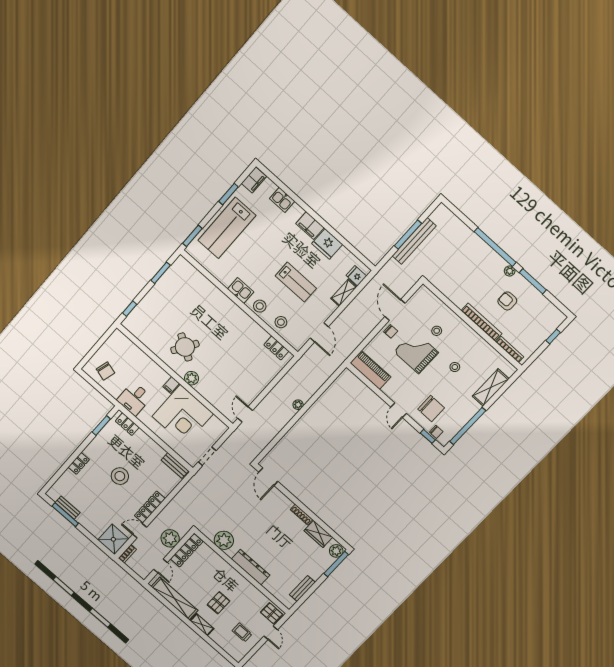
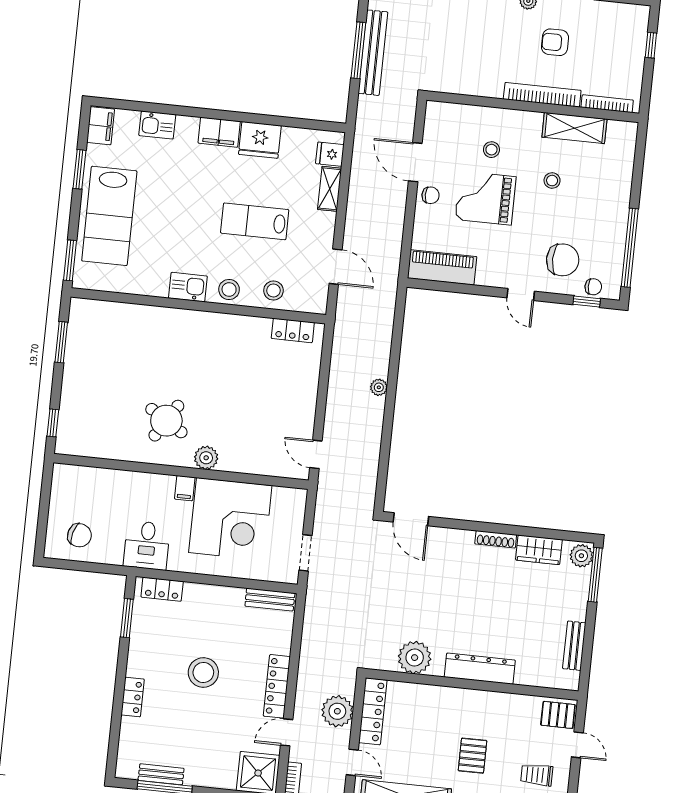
lab bench: (296, 282) -> (255, 221), turned 180
shelving: (491, 388) -> (574, 128), moved, turned 90

